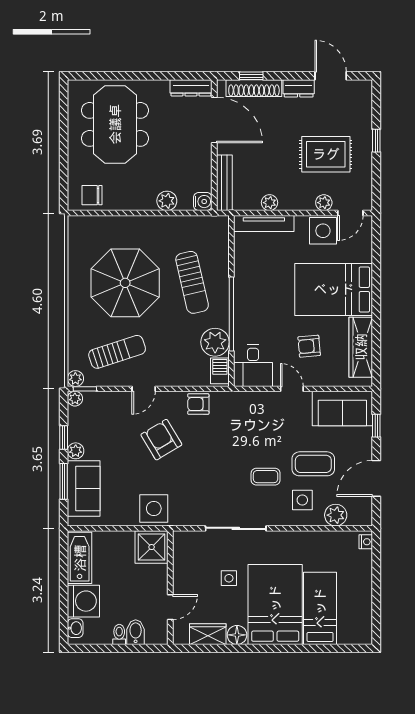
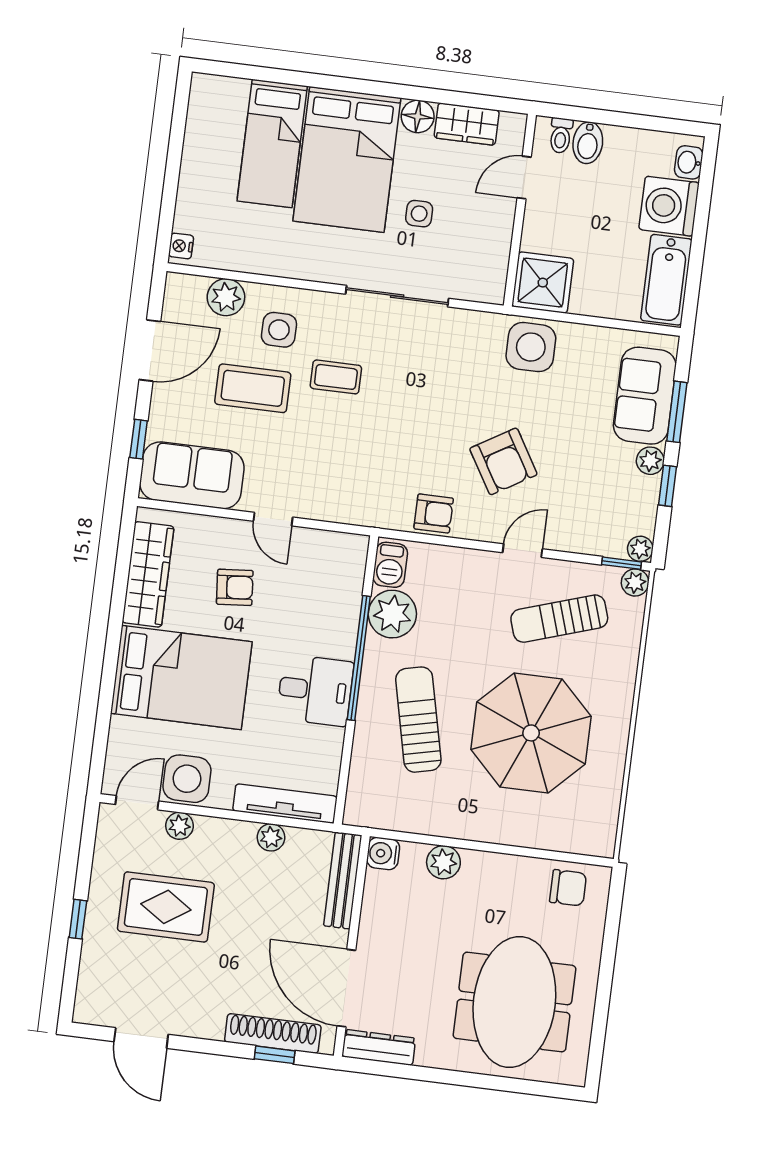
dresser: (299, 88) -> (198, 1024), removed
desk: (253, 366) -> (315, 690), moved, turned 90
toilet: (119, 634) -> (561, 135), moved

